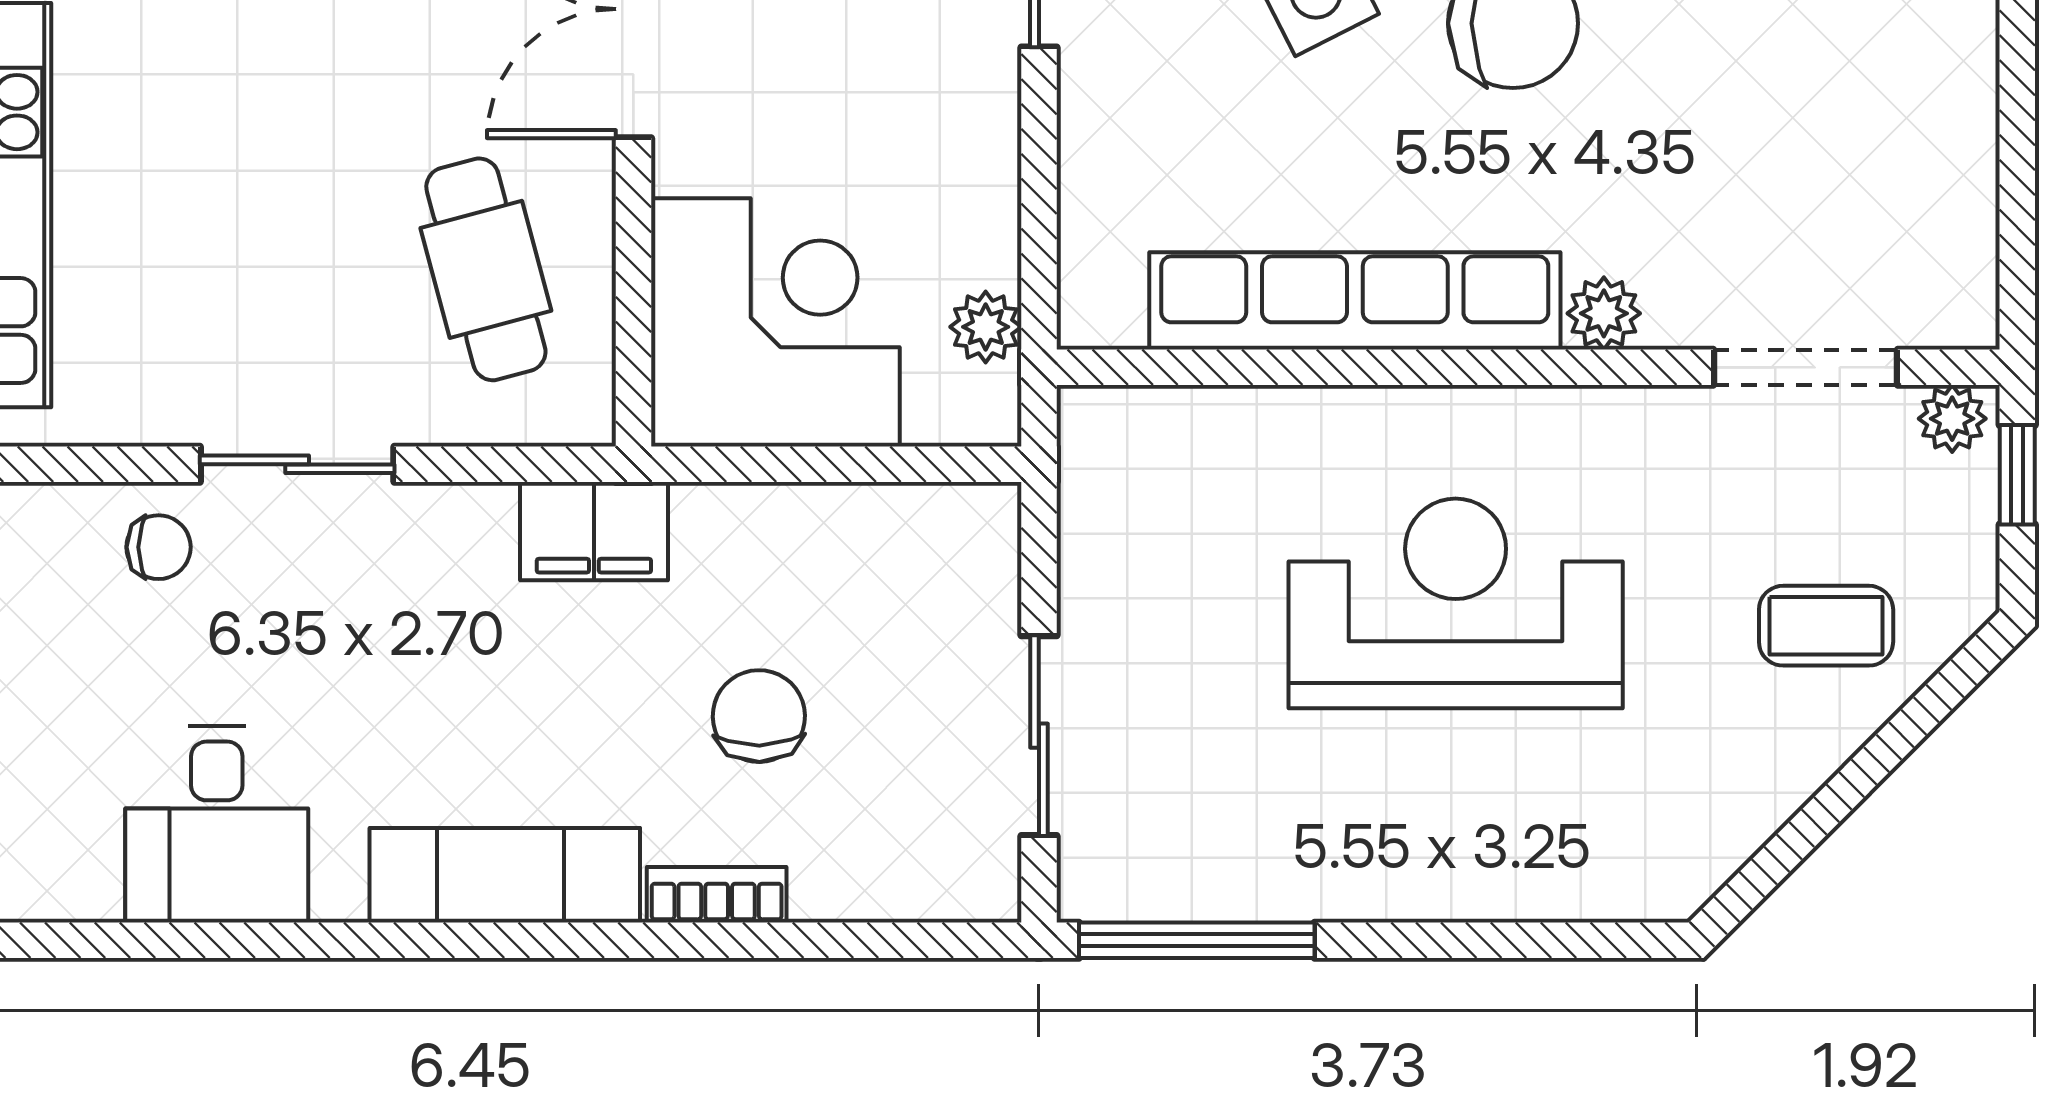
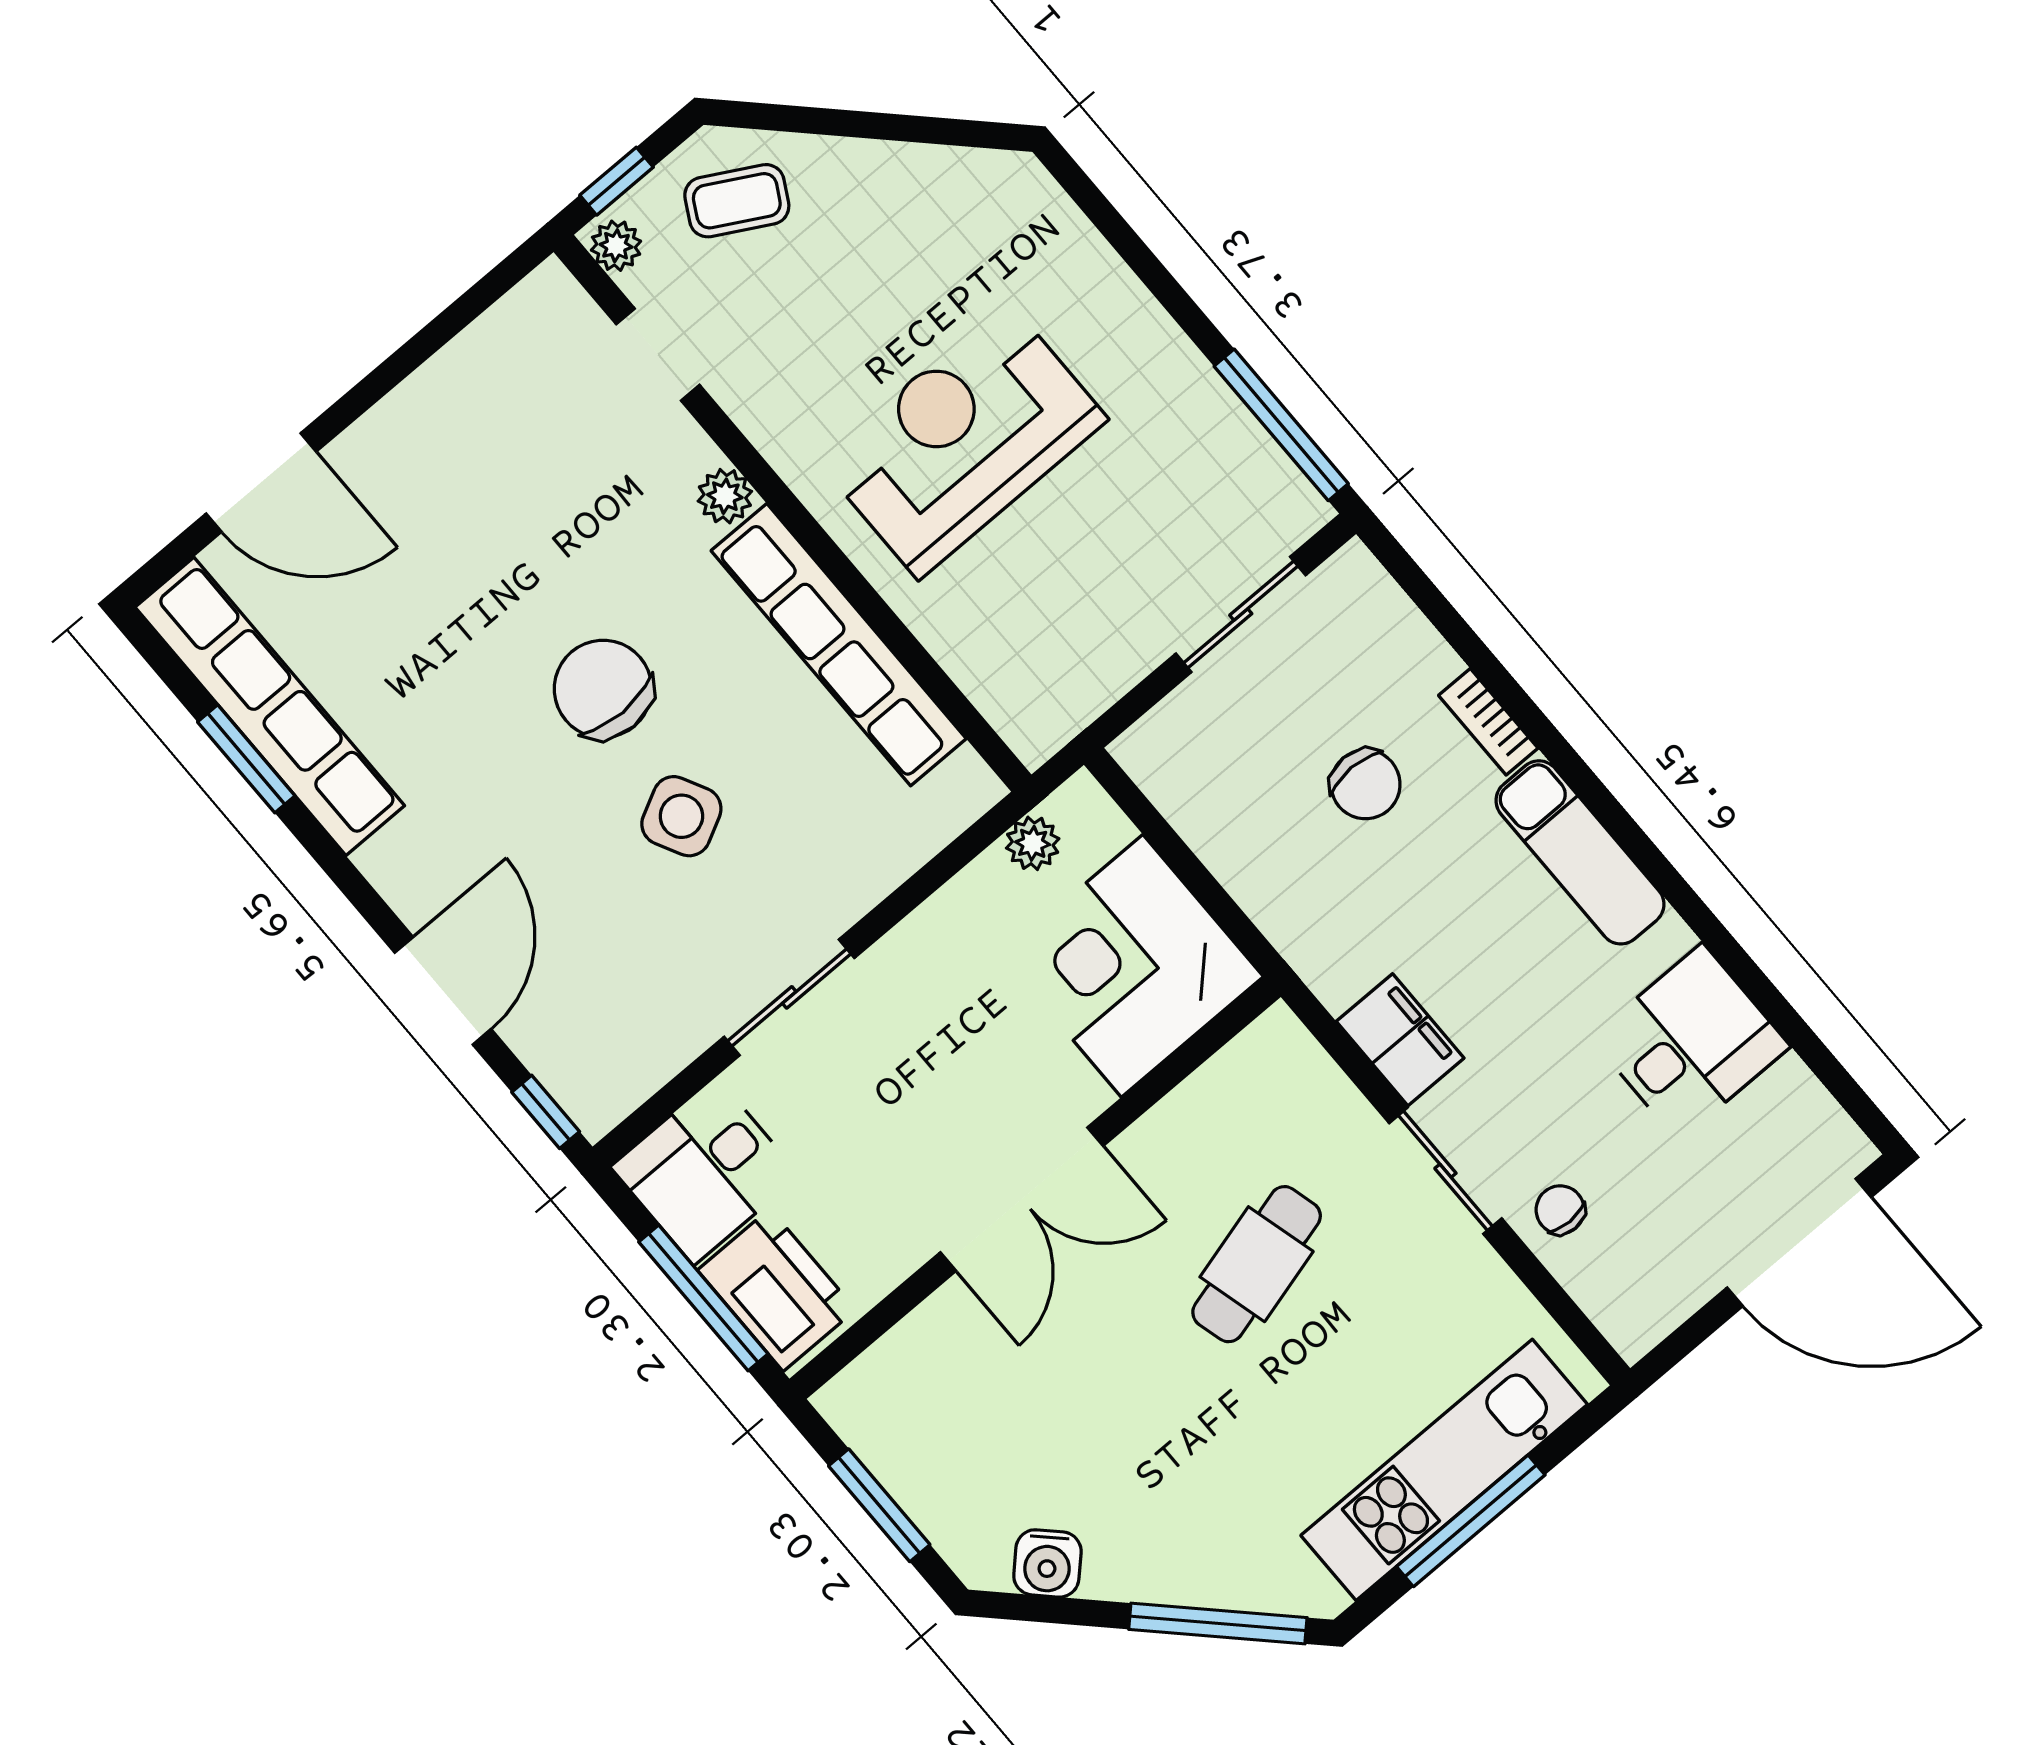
cafe table: (486, 269) -> (1257, 1264), moved
doorway: (1805, 367) -> (658, 355), width x0.73
filing cabinet: (594, 531) -> (1400, 1040), moved
reception desk: (1456, 603) -> (963, 440), turned 90
coffee table: (1826, 626) -> (737, 201), moved, turned -61
chair: (759, 716) -> (1365, 784), turned -89

